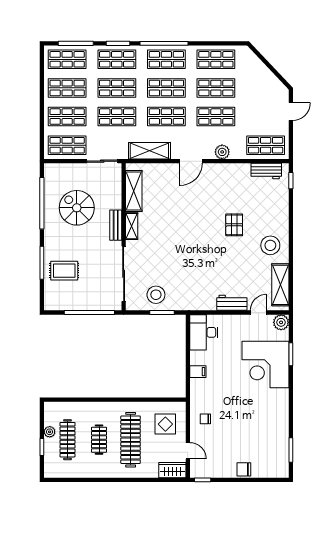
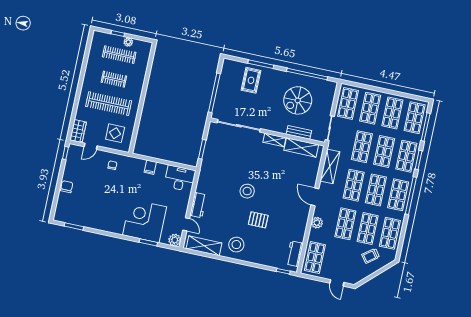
trolley: (249, 77) -> (371, 256), added
spiral stairs: (77, 208) -> (298, 100), turned 180
bench: (116, 225) -> (299, 132), moved
stool: (156, 295) -> (247, 191), moved

